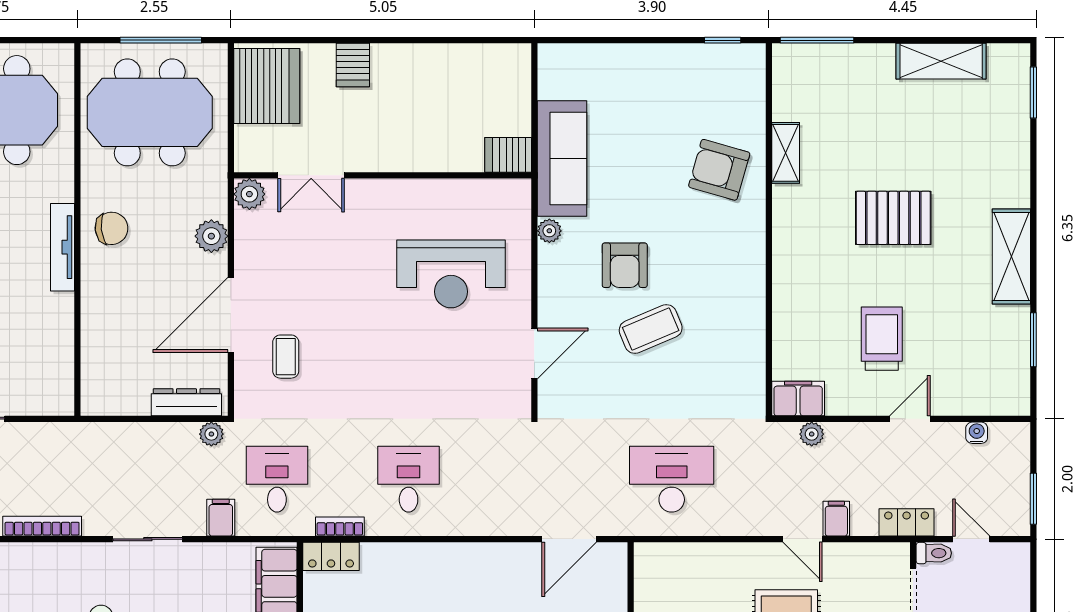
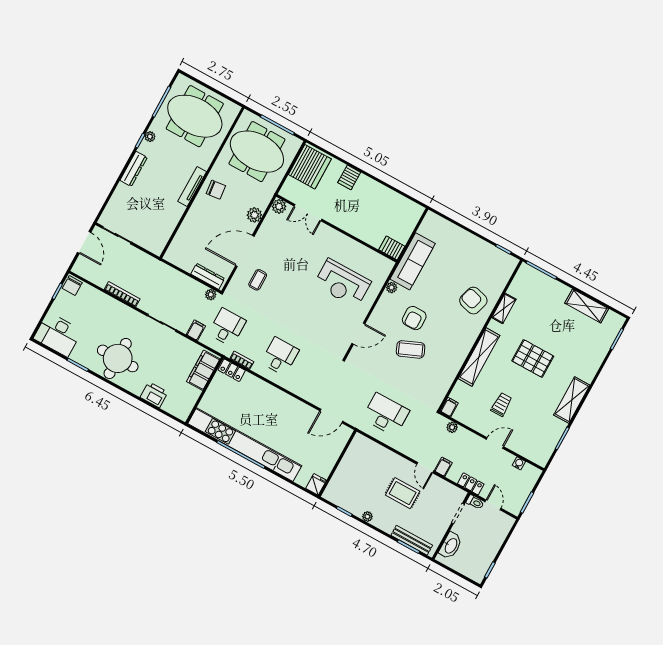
shelving: (789, 272) -> (479, 357), added
trolley: (882, 339) -> (501, 404), width x0.73, depth x0.72
filing cabinet: (798, 399) -> (449, 407), width x0.50

